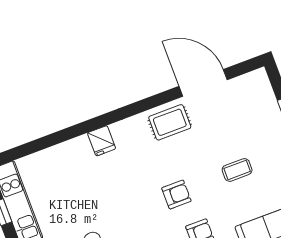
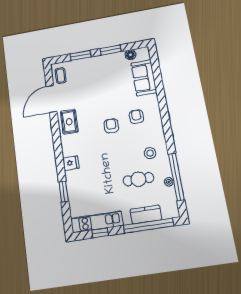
window: (53, 139) -> (64, 192), added
coffee table: (237, 170) -> (61, 76), moved

